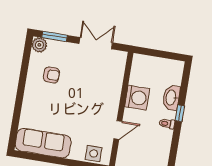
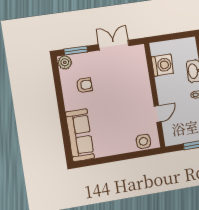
washing machine: (137, 98) -> (162, 65), moved
sofa: (43, 143) -> (80, 135), moved, turned 90

